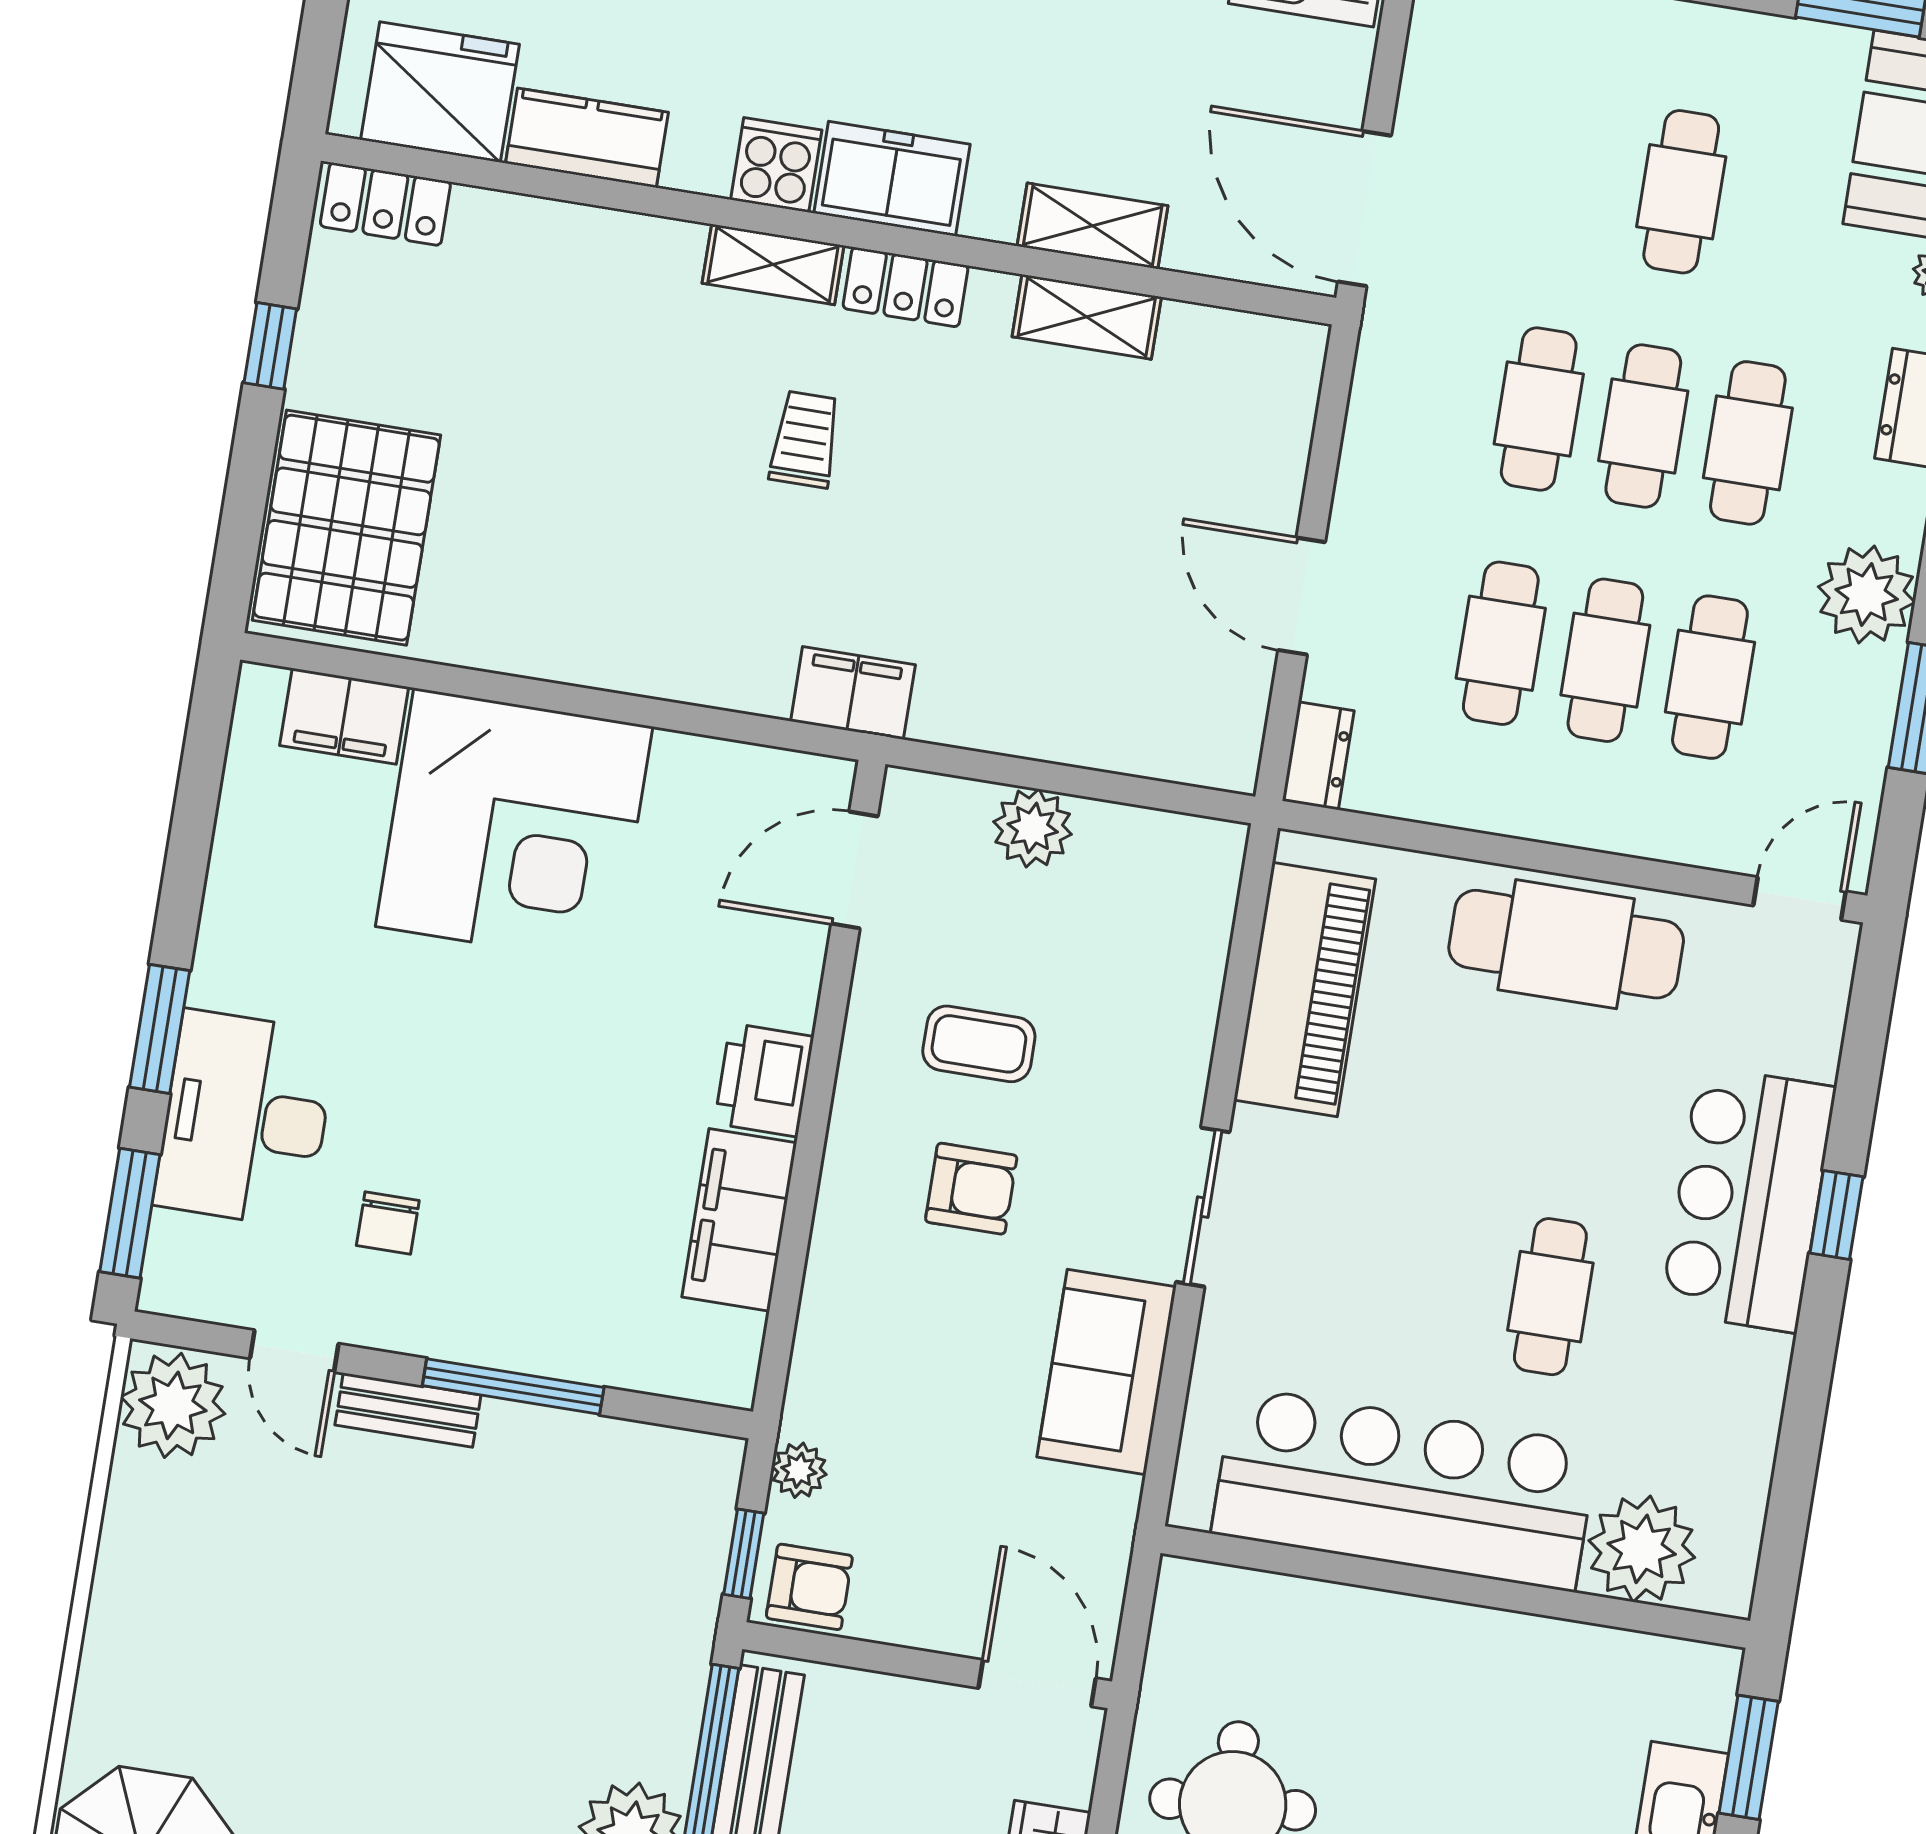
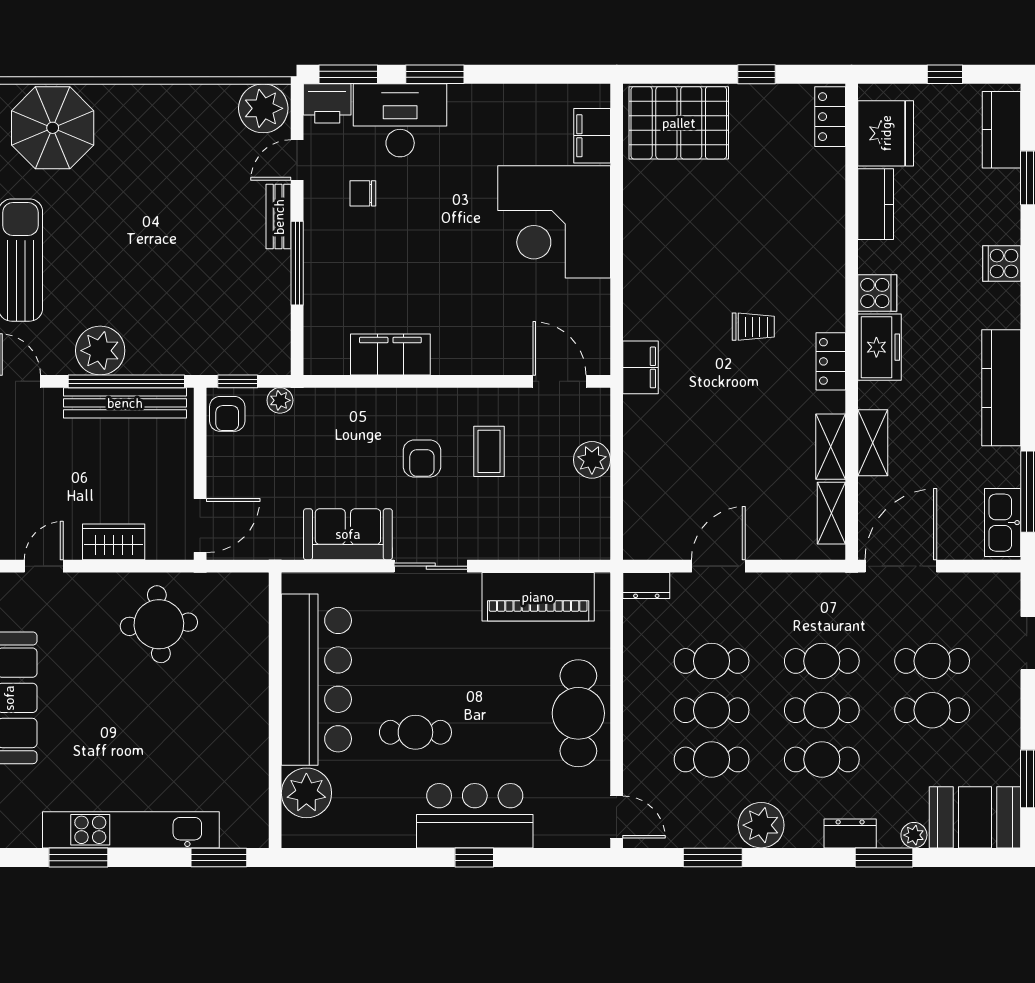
cafe table: (1577, 175) -> (932, 661), added
shelving: (773, 264) -> (831, 513), moved
printer: (764, 1080) -> (327, 103), moved, turned 180

